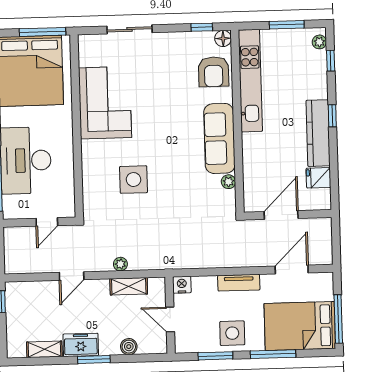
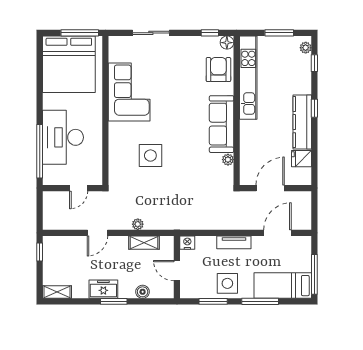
armchair: (214, 72) -> (218, 70), turned 180
bed: (300, 326) -> (283, 286), width x0.67
shelving: (44, 349) -> (57, 292), moved

